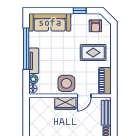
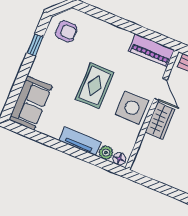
sofa: (50, 22) -> (31, 103), width x0.73
window: (26, 49) -> (58, 145), removed
rug: (93, 53) -> (95, 86), moved

